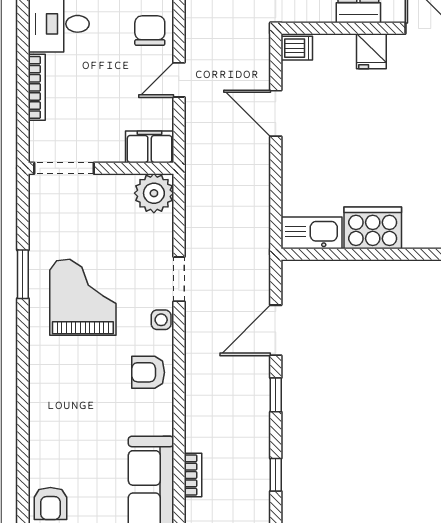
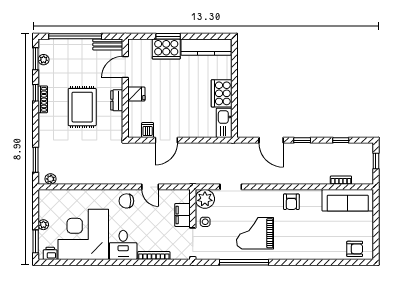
dishwasher: (297, 48) -> (148, 130), moved
filing cabinet: (150, 147) -> (182, 215), moved
window: (23, 274) -> (244, 262), width x2.11
doorway: (179, 279) -> (231, 187), moved
side table: (161, 320) -> (205, 222), moved

